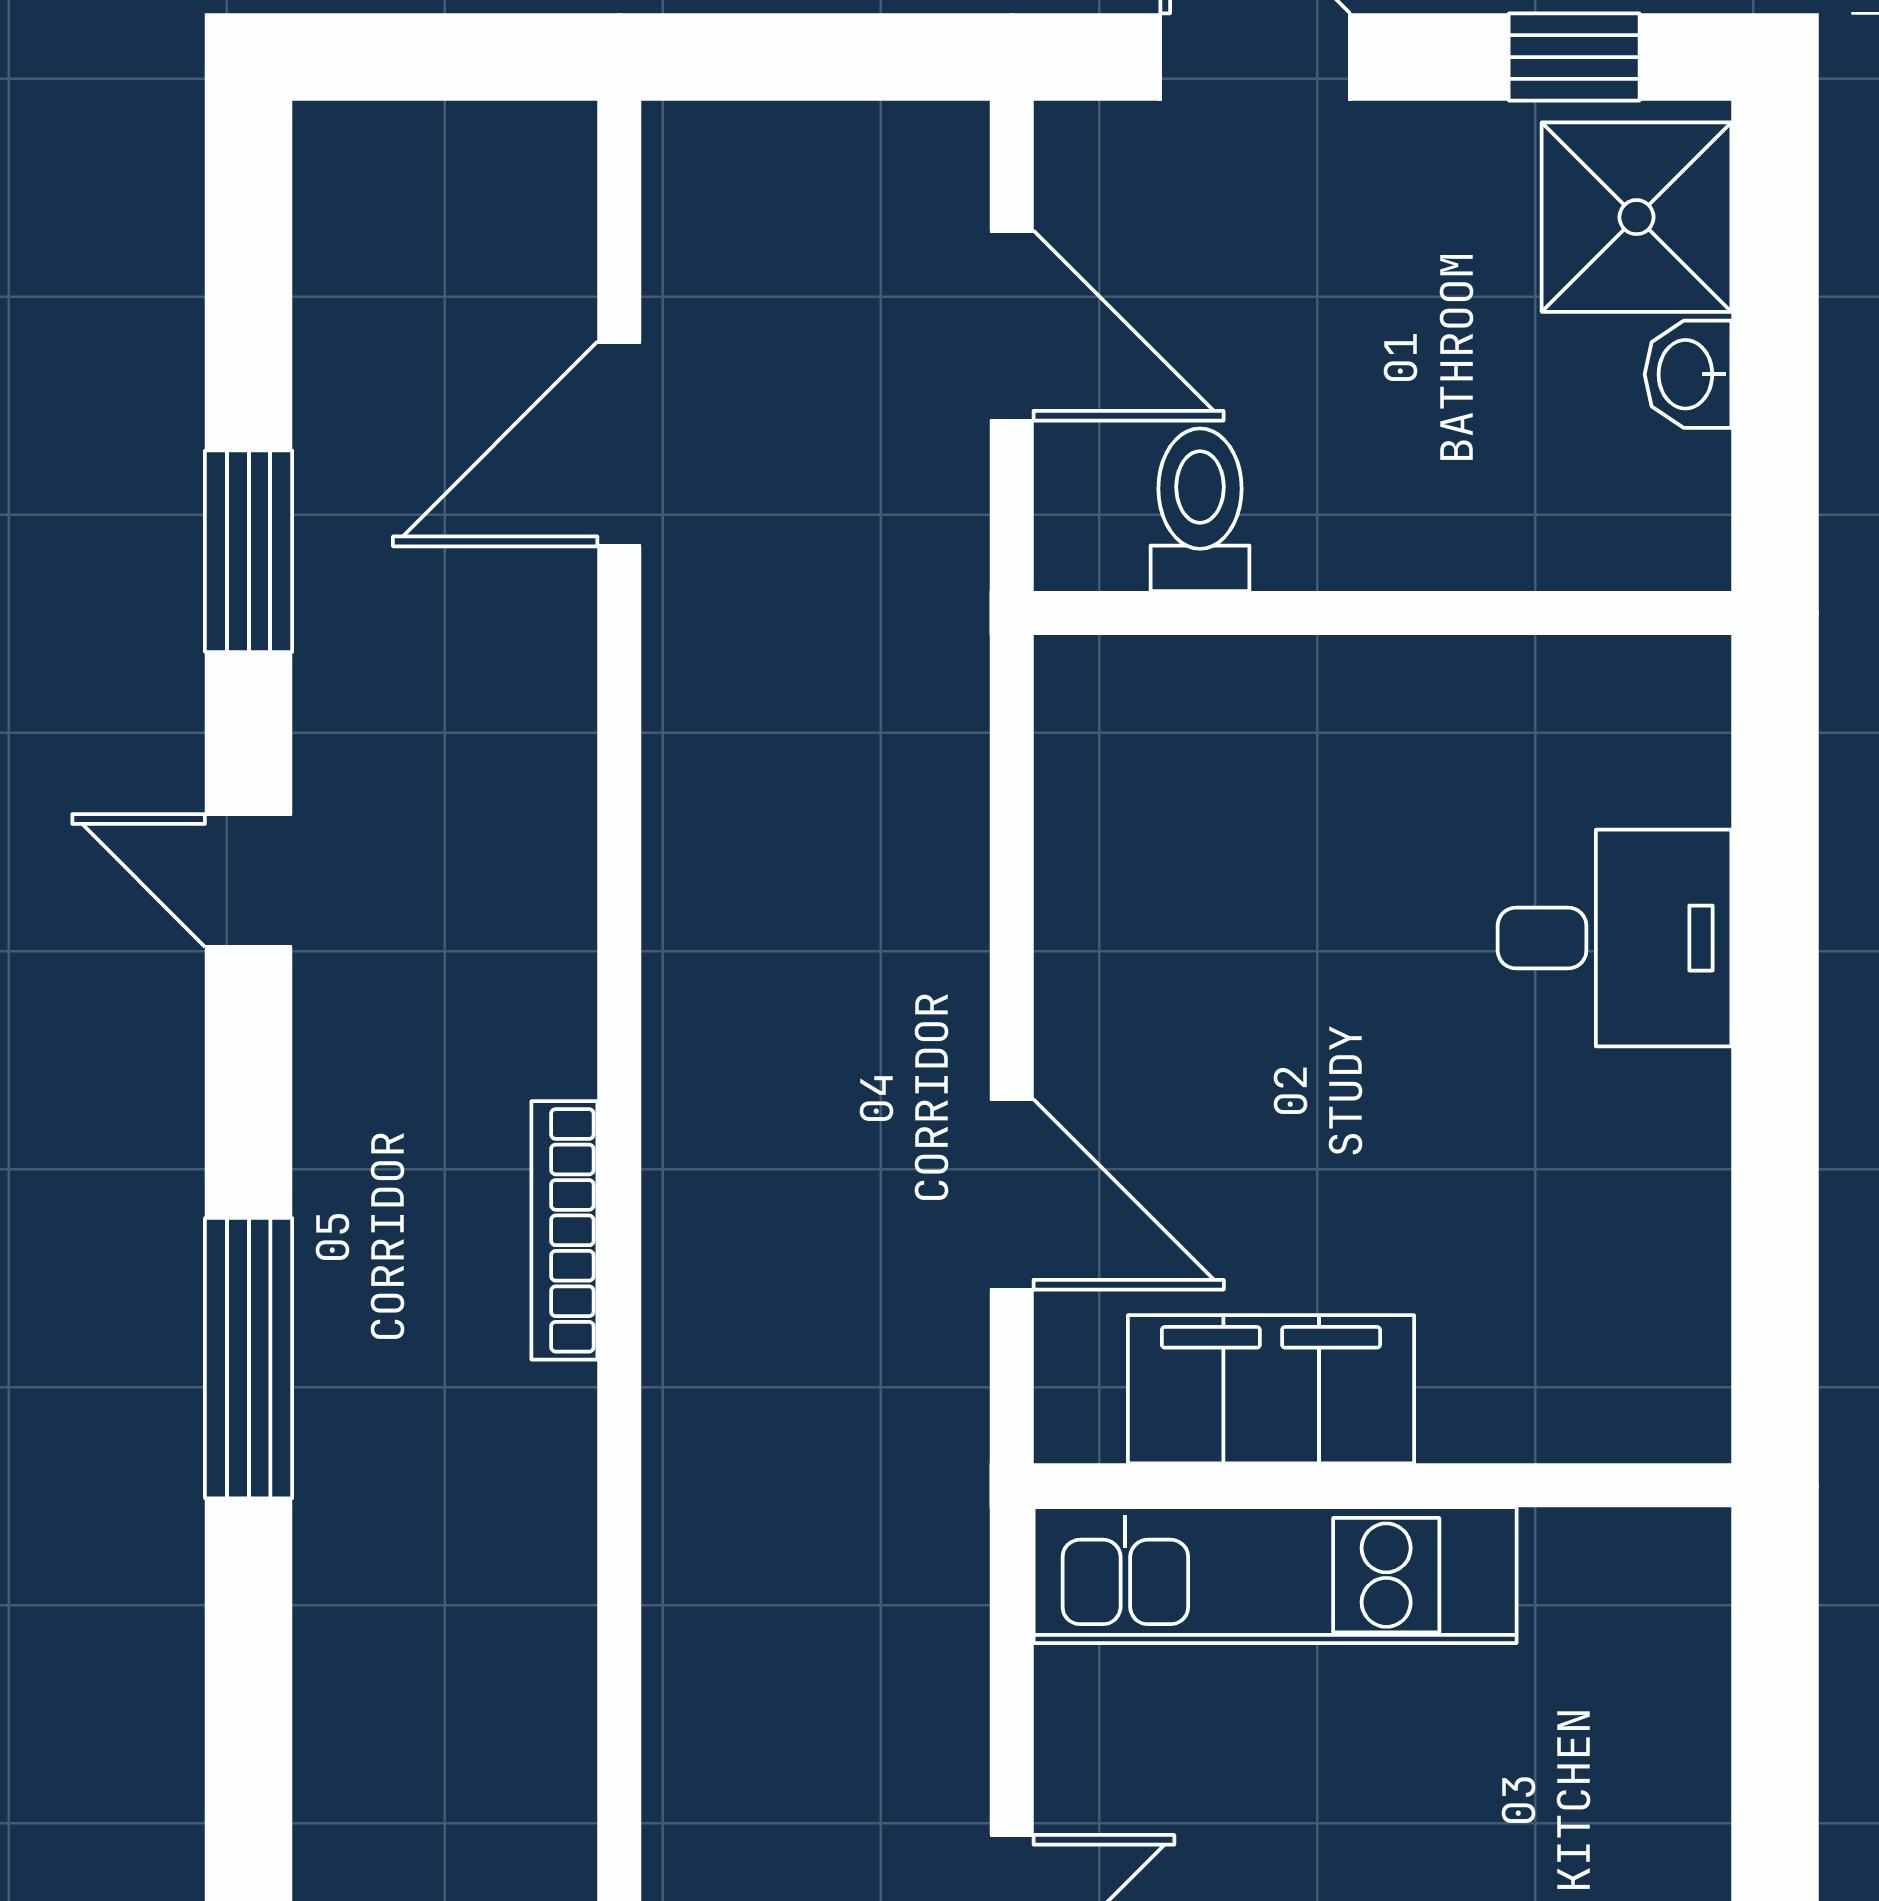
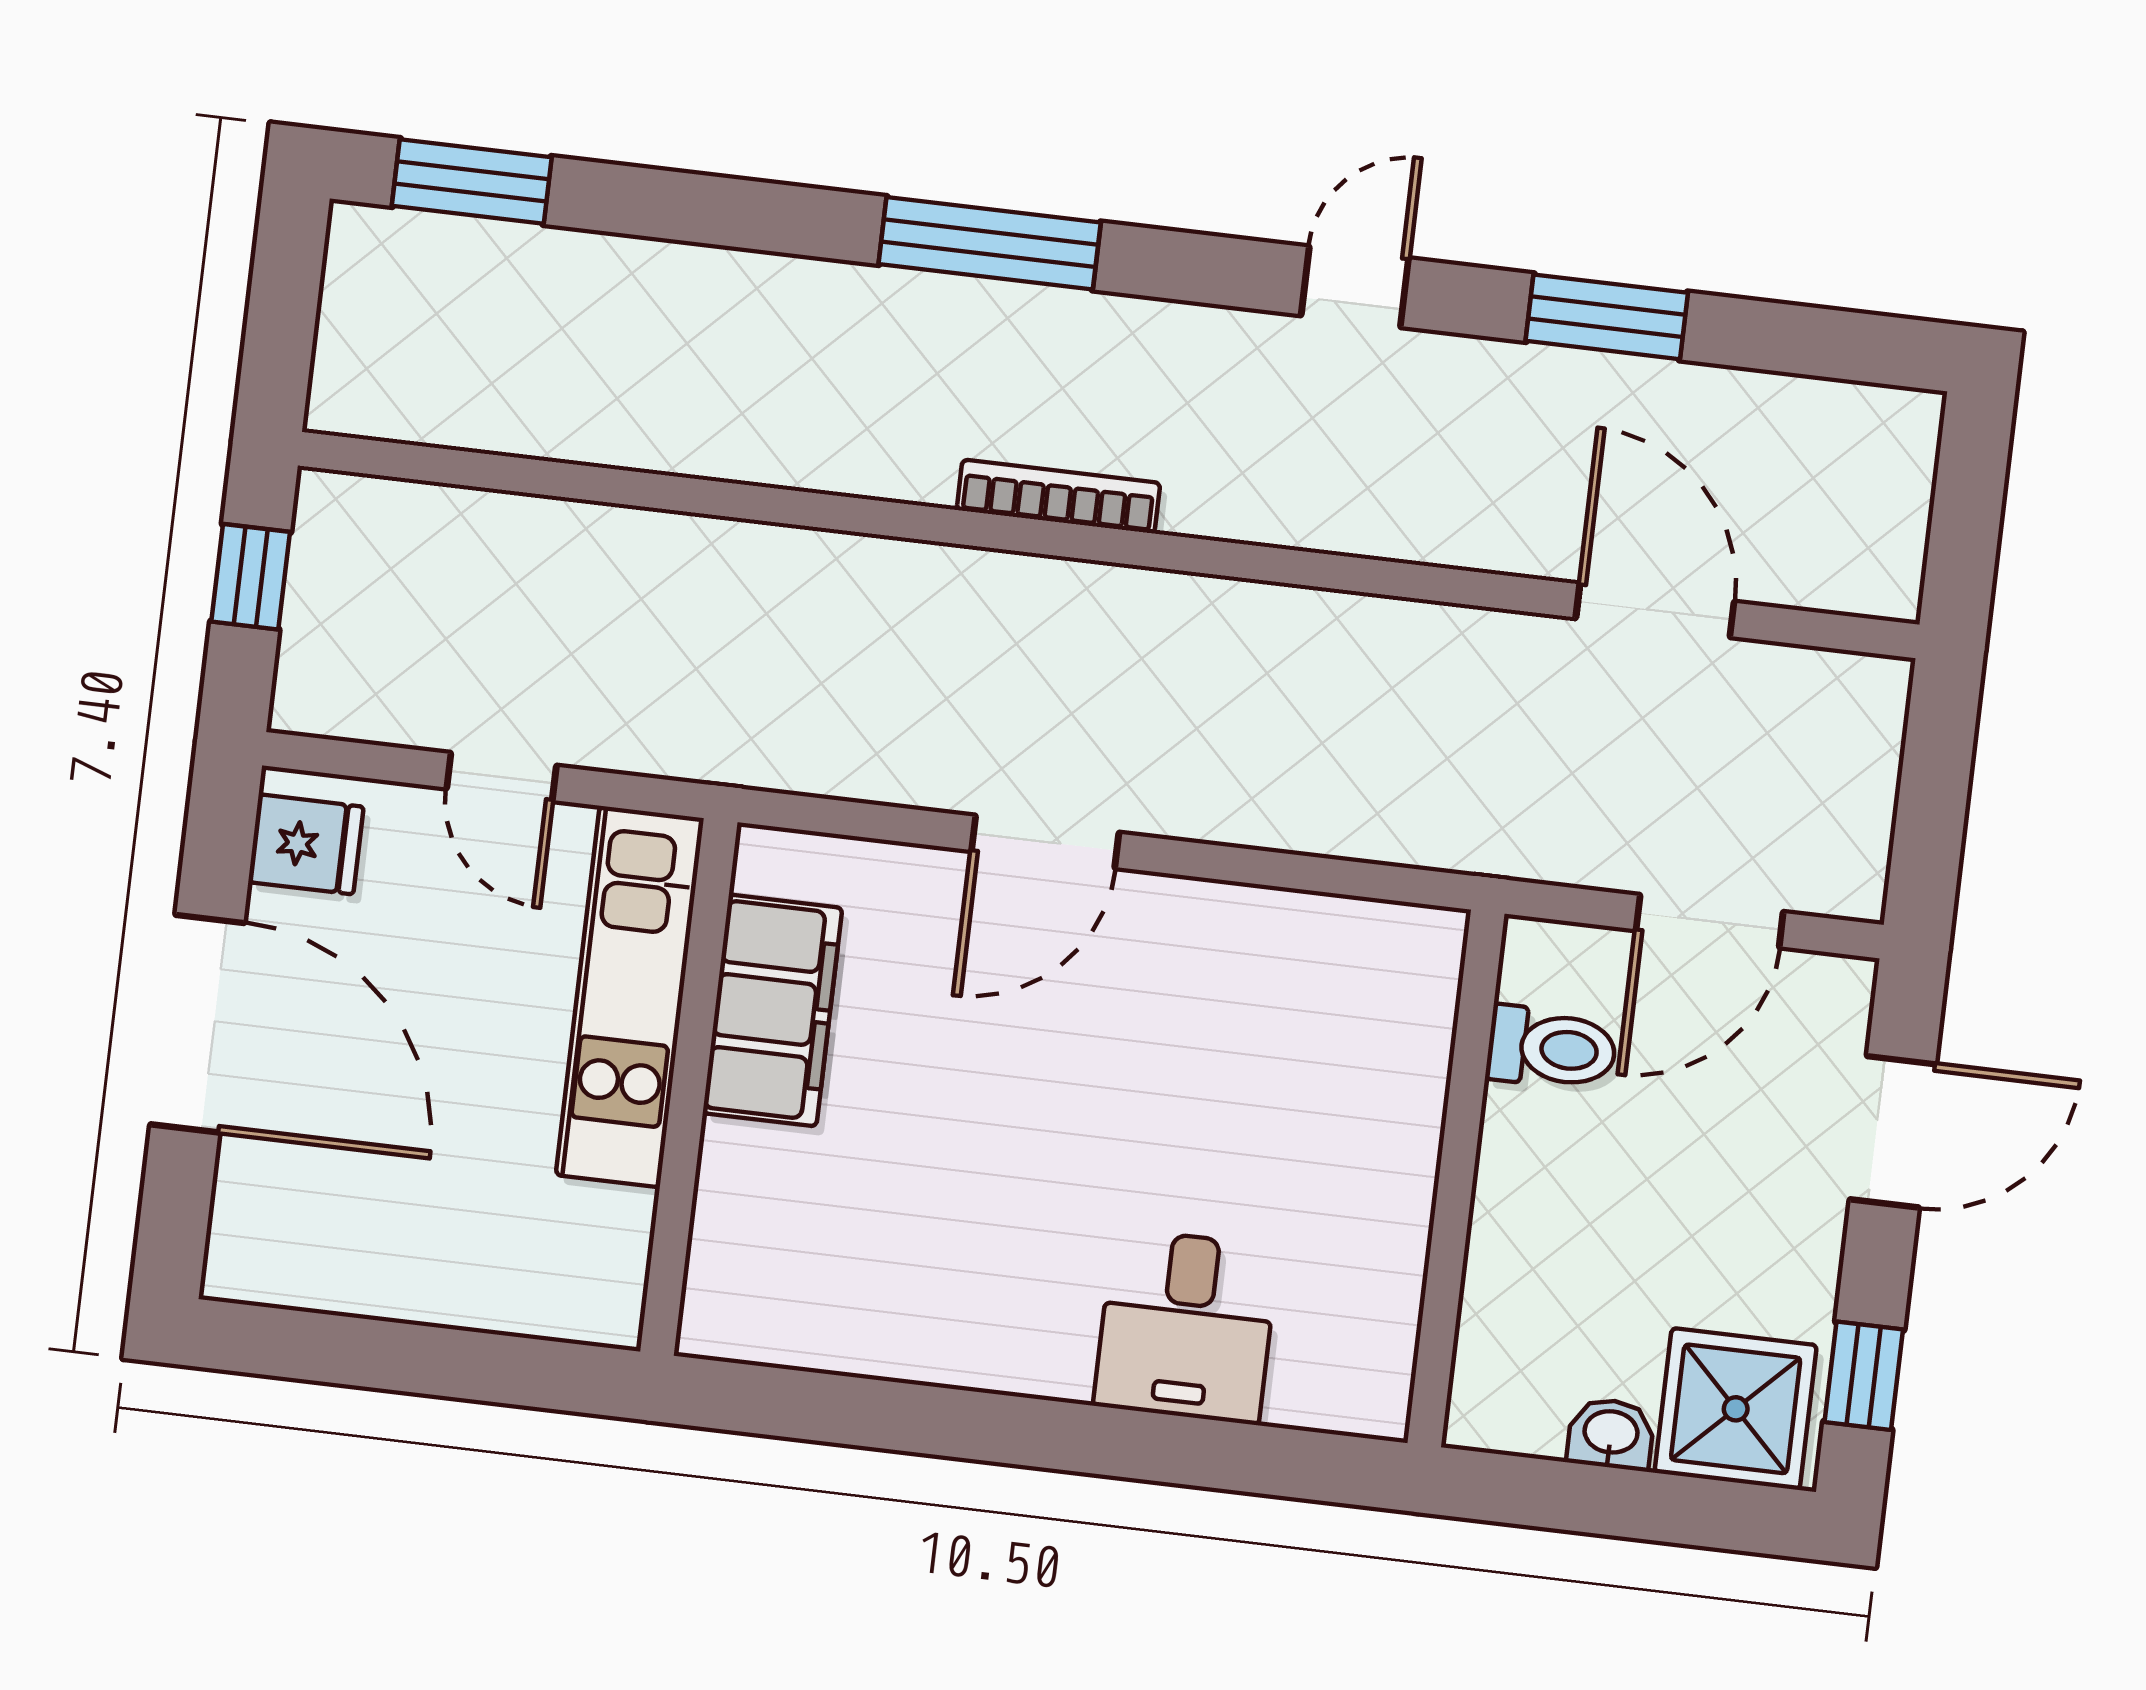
filing cabinet: (1271, 1389) -> (772, 1010), moved
wall: (1382, 1485) -> (689, 1087), moved
kitchen unit: (1275, 1575) -> (630, 997), moved

